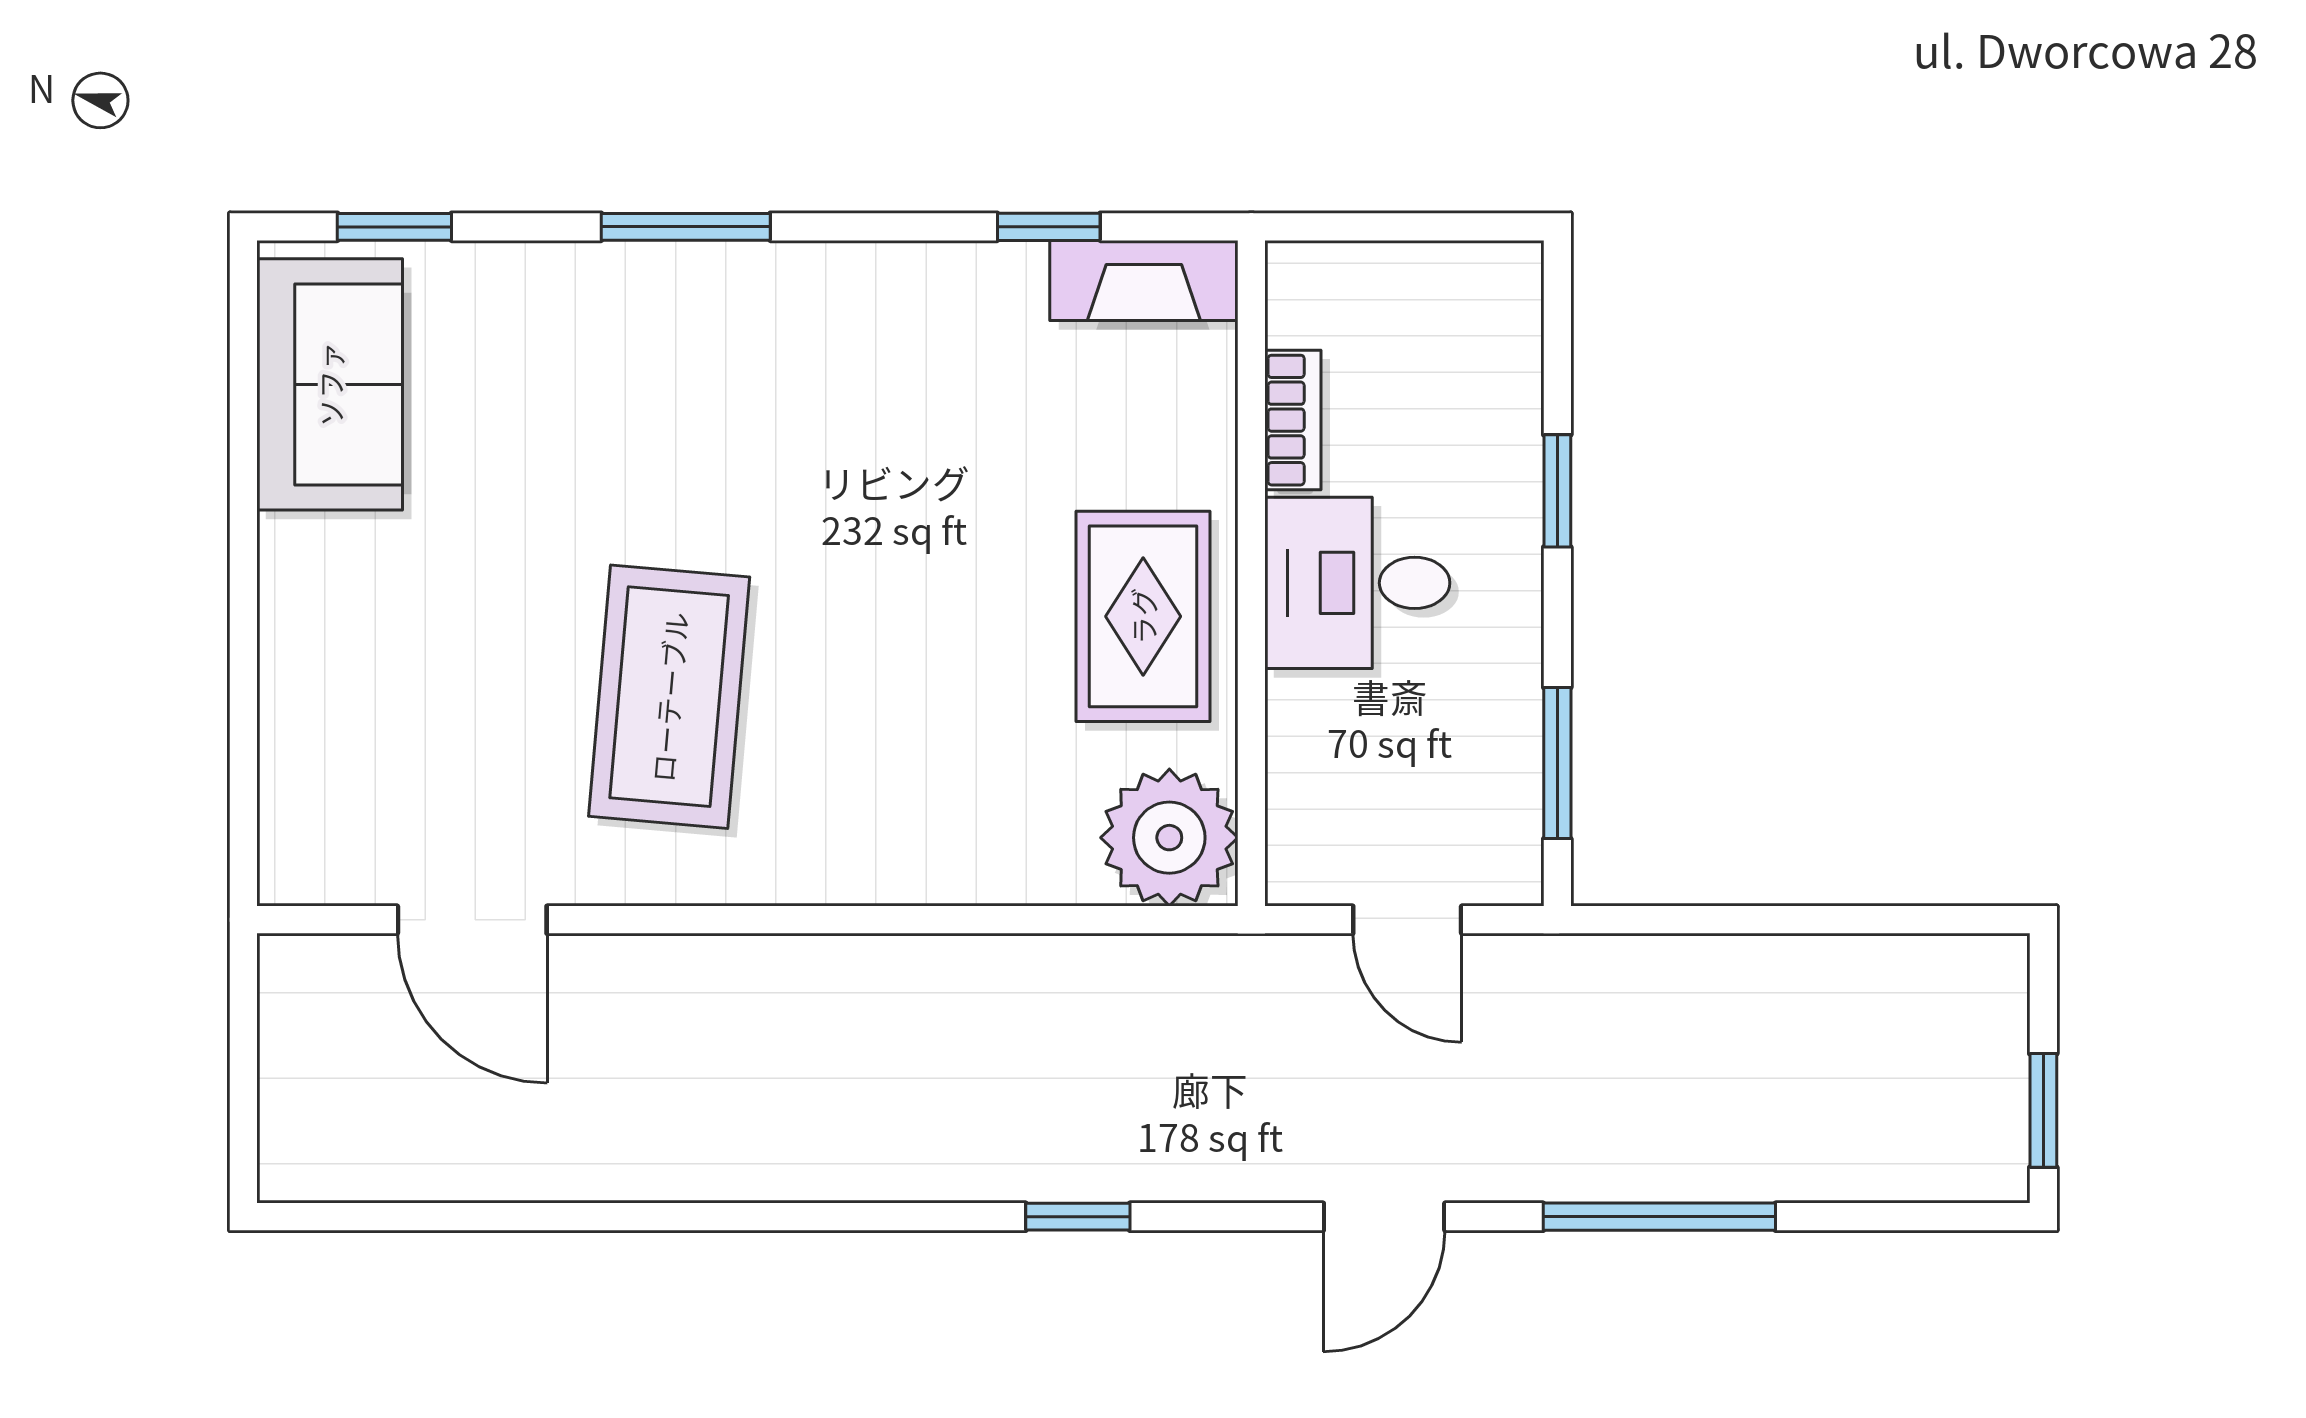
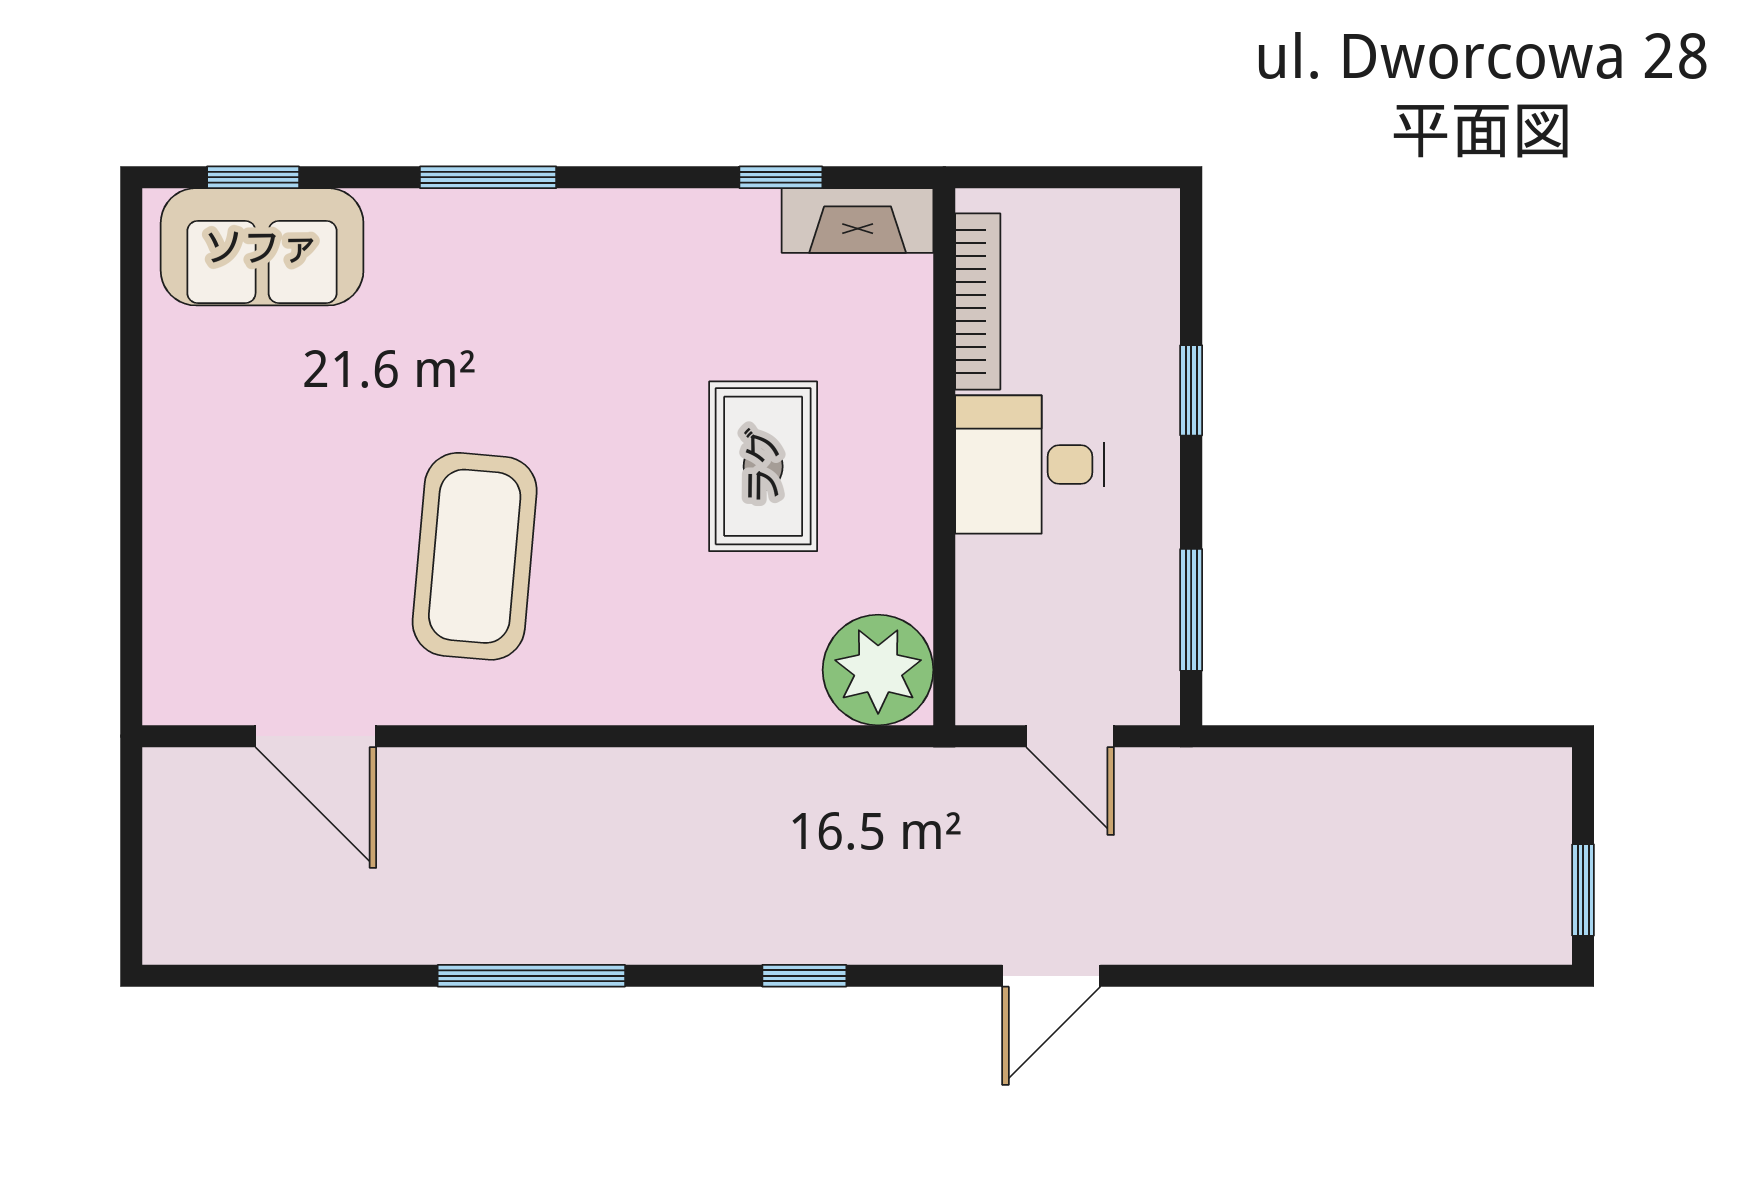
sofa: (330, 384) -> (262, 247), moved, turned 90
bookcase: (1293, 420) -> (978, 301), width x1.56
rug: (1143, 616) -> (763, 466), moved
window: (1659, 1217) -> (531, 976), moved

